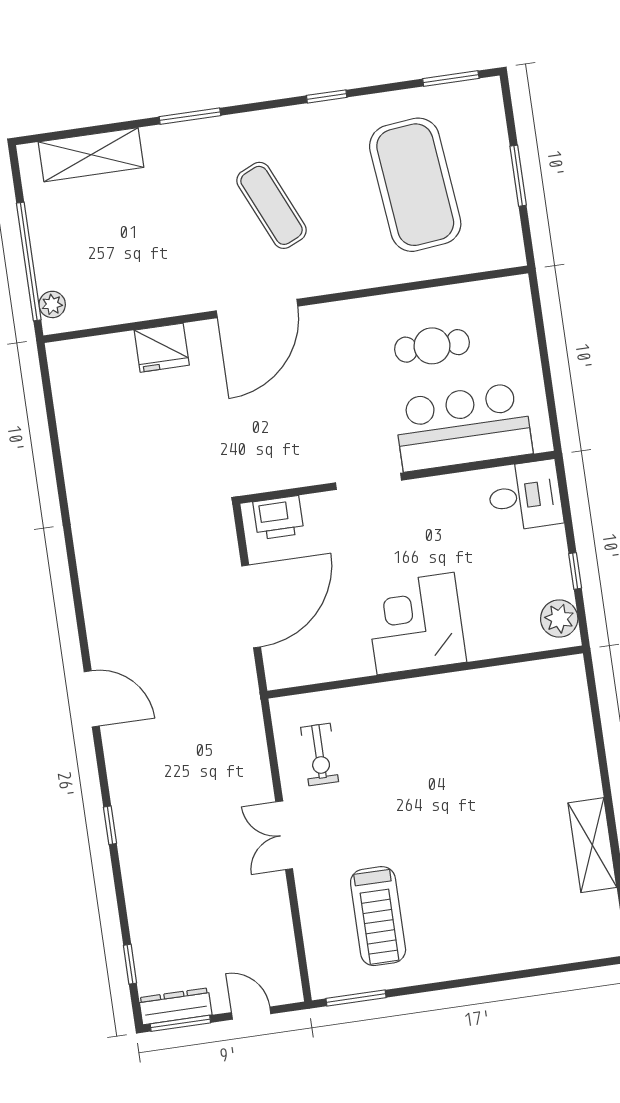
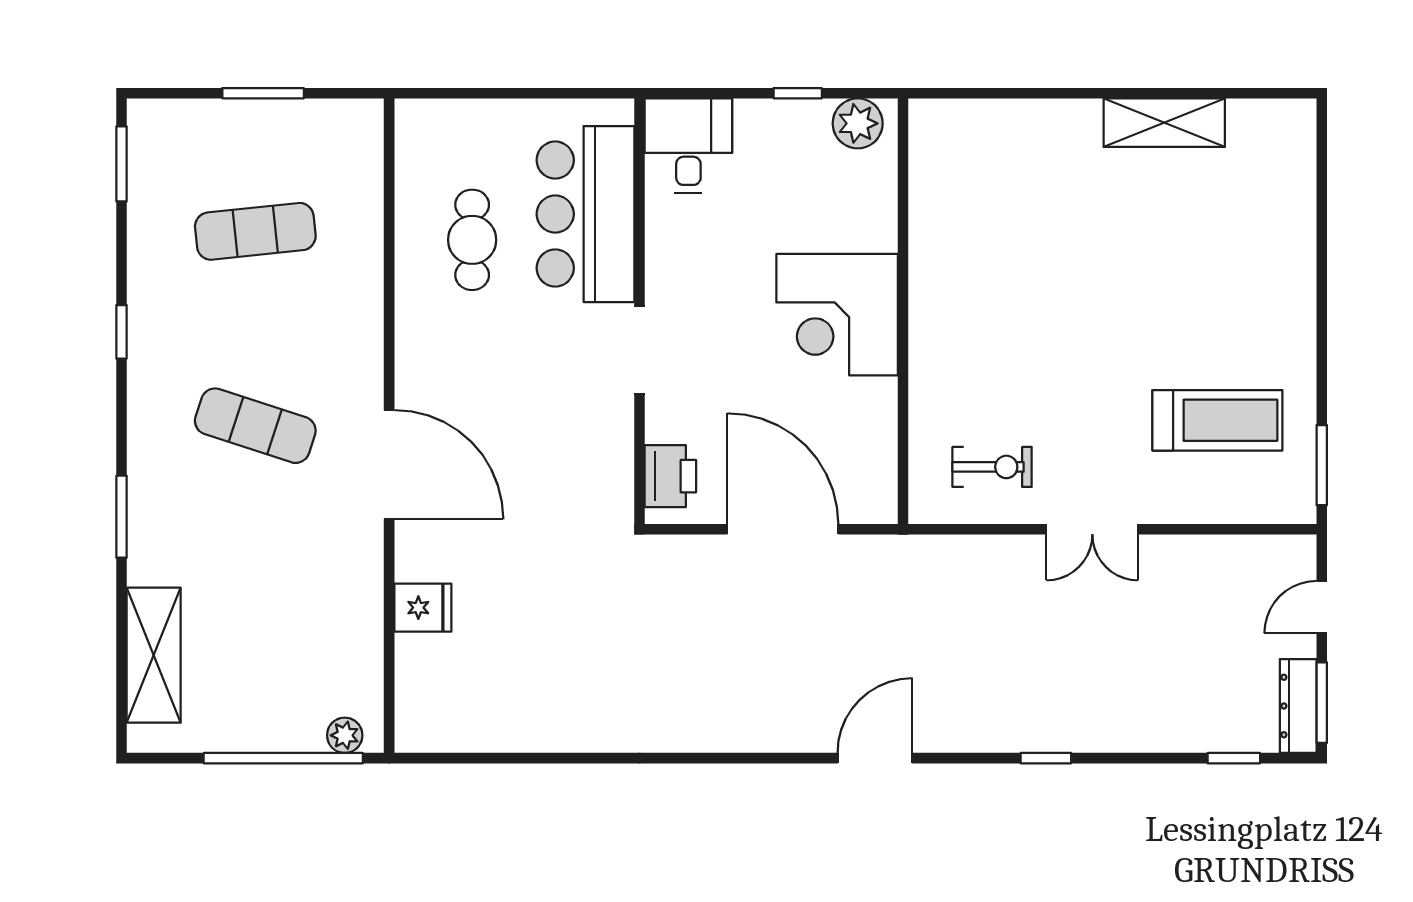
exercise mat: (415, 185) -> (255, 231), width x0.50, depth x0.69
exercise mat: (272, 205) -> (255, 426), turned 42
fridge: (162, 348) -> (423, 608), width x0.72

